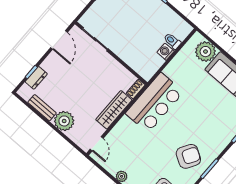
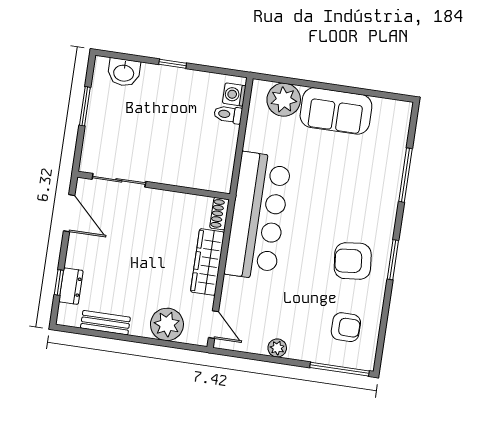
washing machine: (166, 52) -> (234, 95), moved
bar counter: (154, 103) -> (258, 216), width x1.36
plant: (64, 121) -> (167, 324), moved
armchair: (188, 156) -> (353, 261), turned -127

